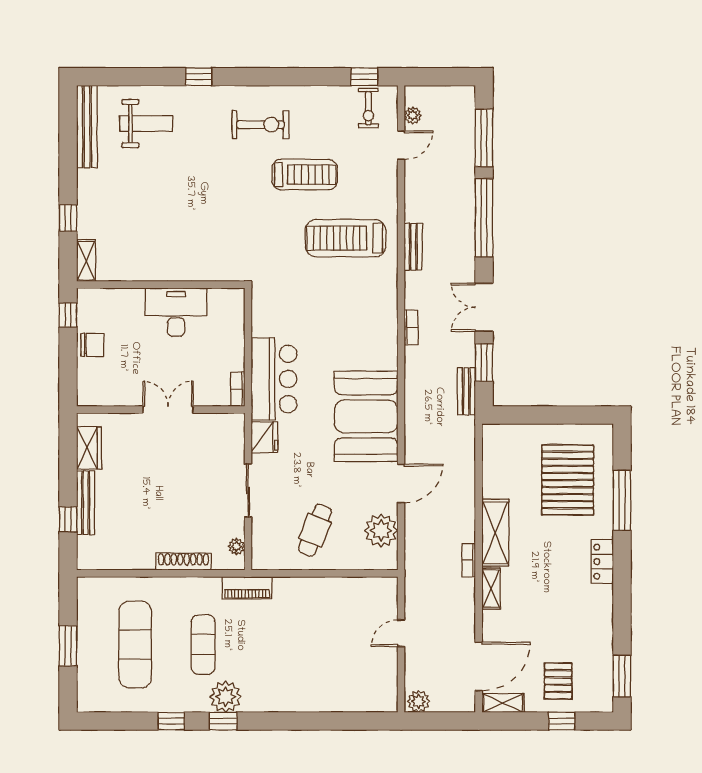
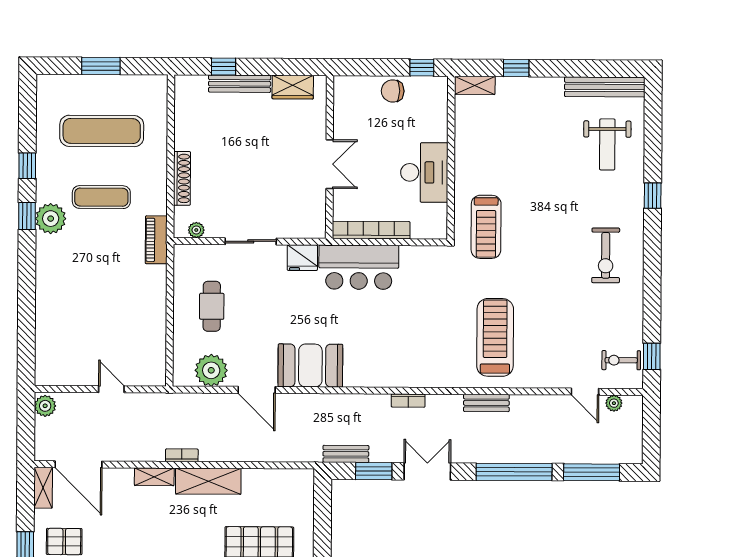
treadmill: (305, 175) -> (486, 227), moved
chair: (92, 345) -> (393, 91), turned 90
bookcase: (238, 389) -> (371, 230), width x2.31, depth x1.31
booth: (366, 416) -> (310, 365), width x0.73, depth x0.70
cafe table: (315, 530) -> (212, 306), turned 68

